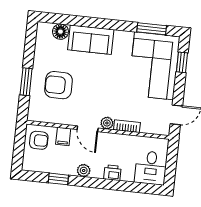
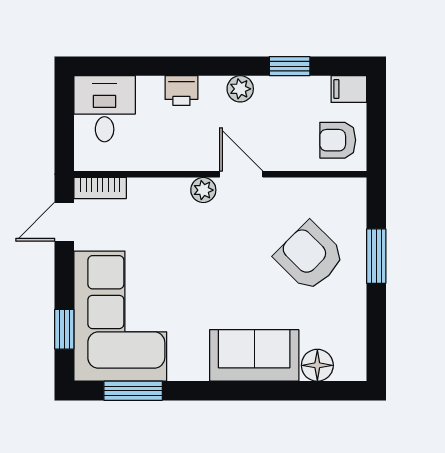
armchair: (58, 85) -> (310, 256), turned -135
bookcase: (127, 126) -> (100, 188), moved
filing cabinet: (63, 136) -> (349, 89), moved, turned -90

